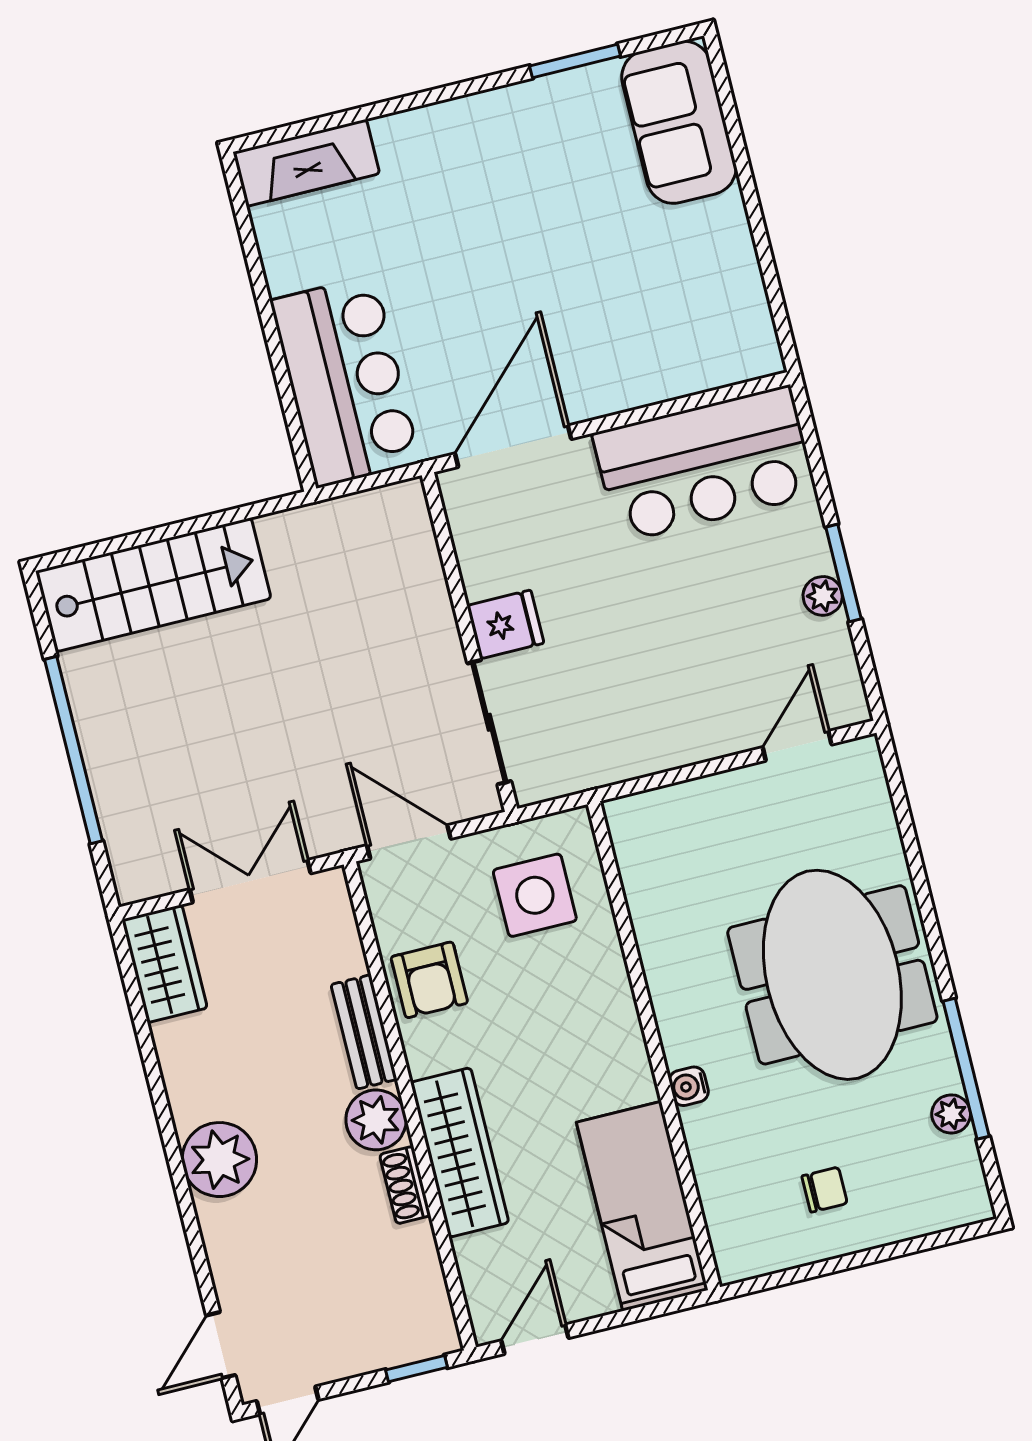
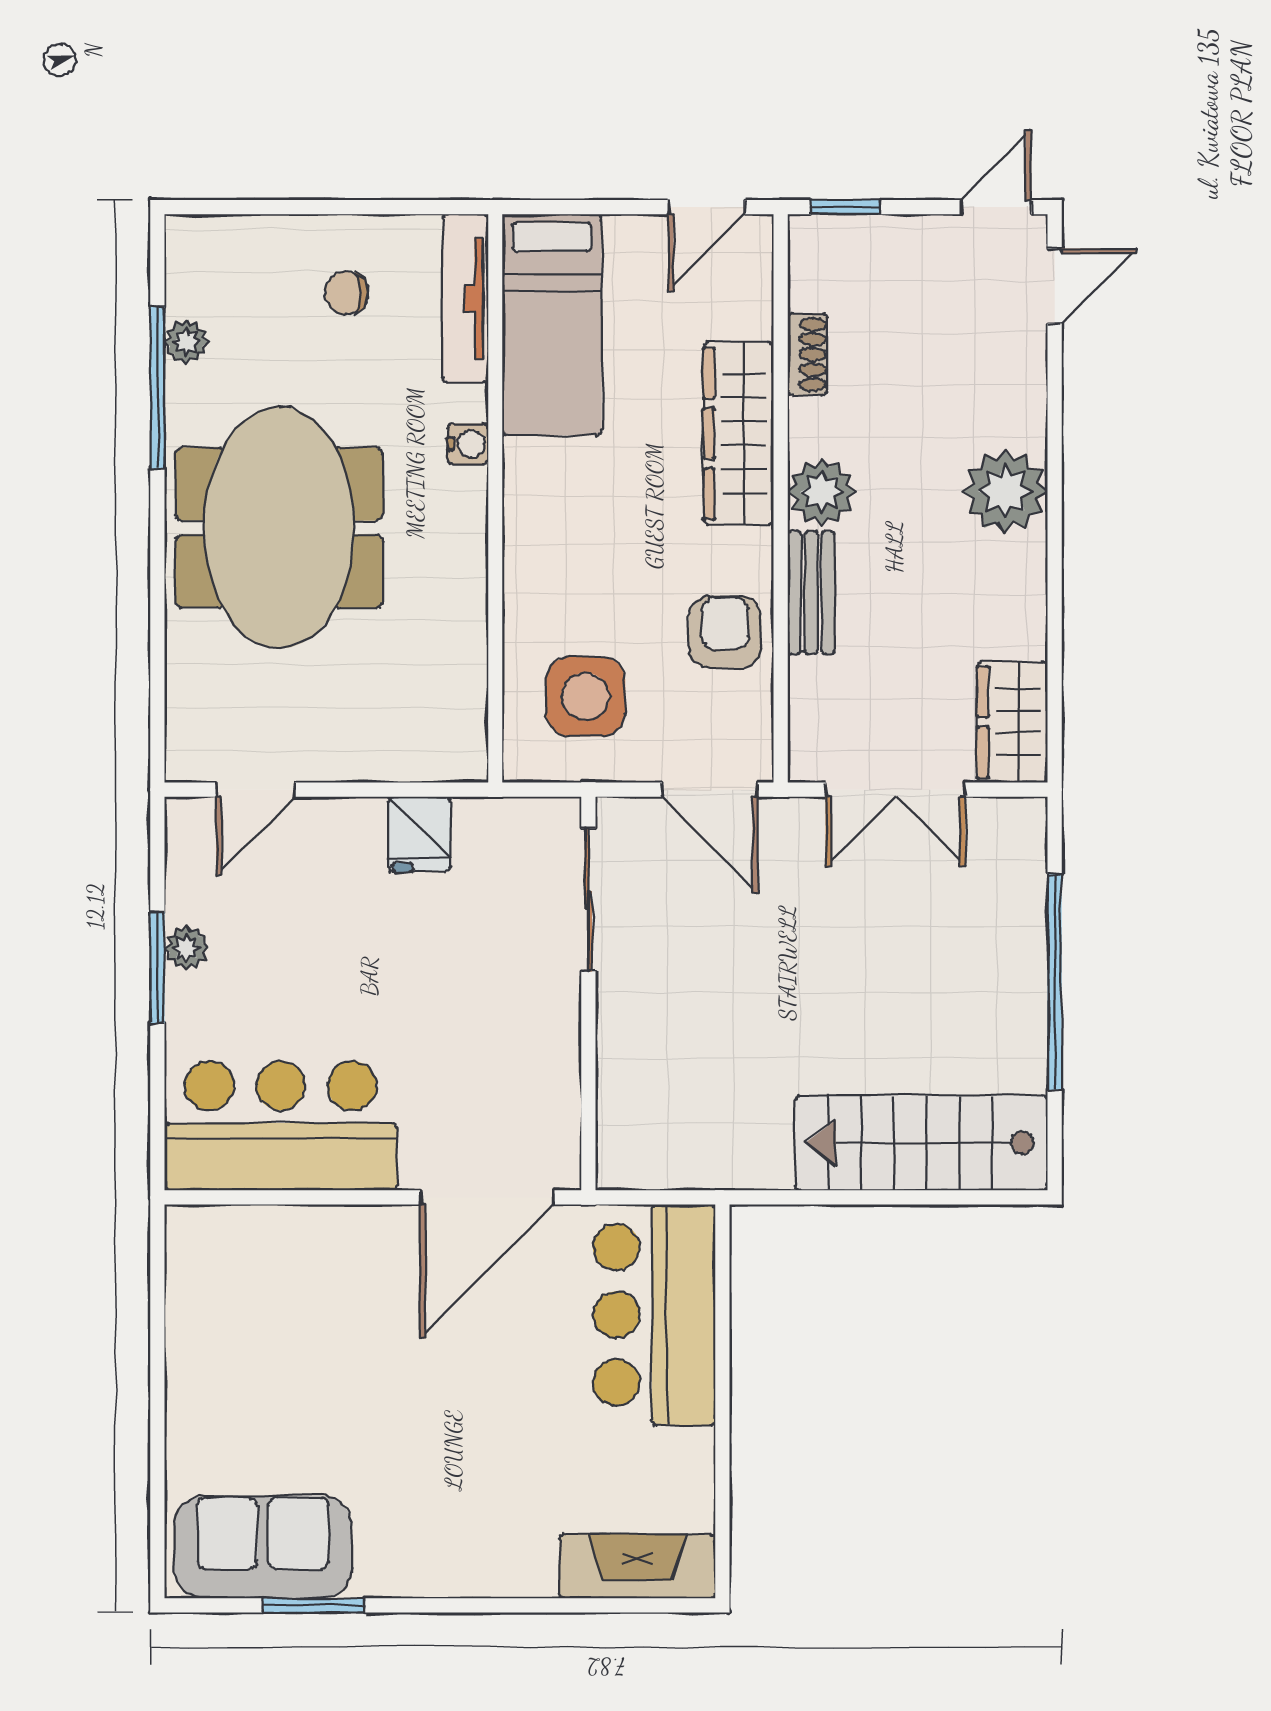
sofa: (679, 122) -> (263, 1547), moved, turned -90
fridge: (505, 624) -> (419, 834), moved, turned -90
shoe rack: (405, 1185) -> (808, 354), moved
tv unit: (722, 1210) -> (465, 298), added

